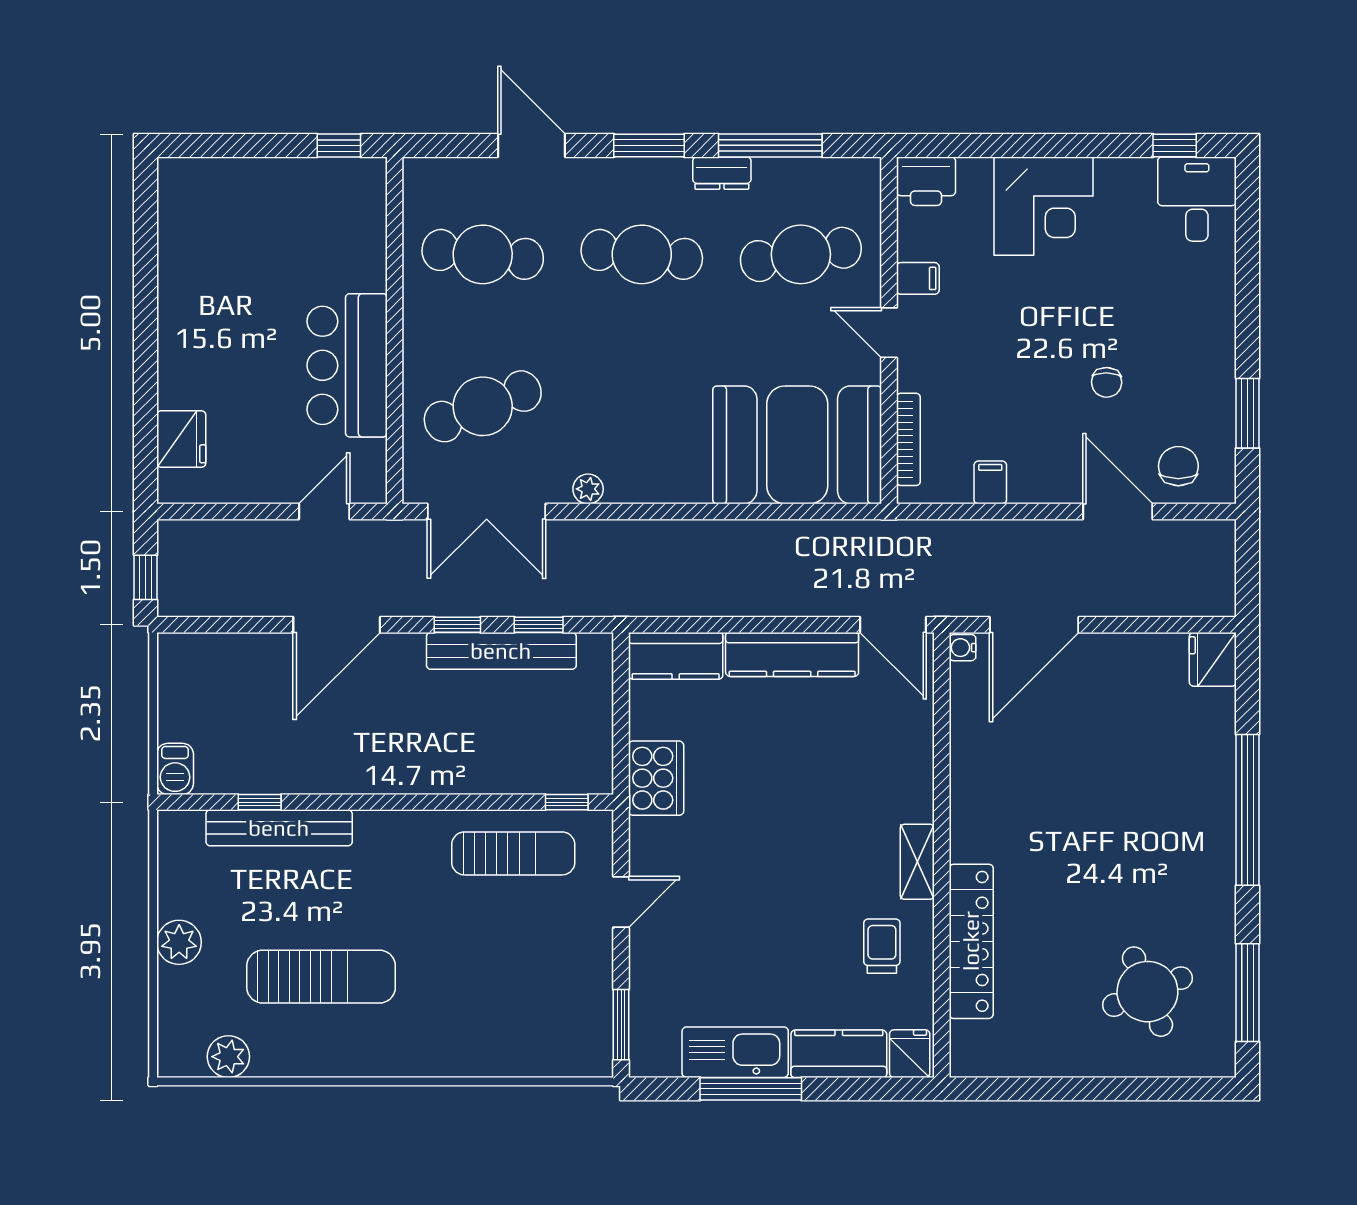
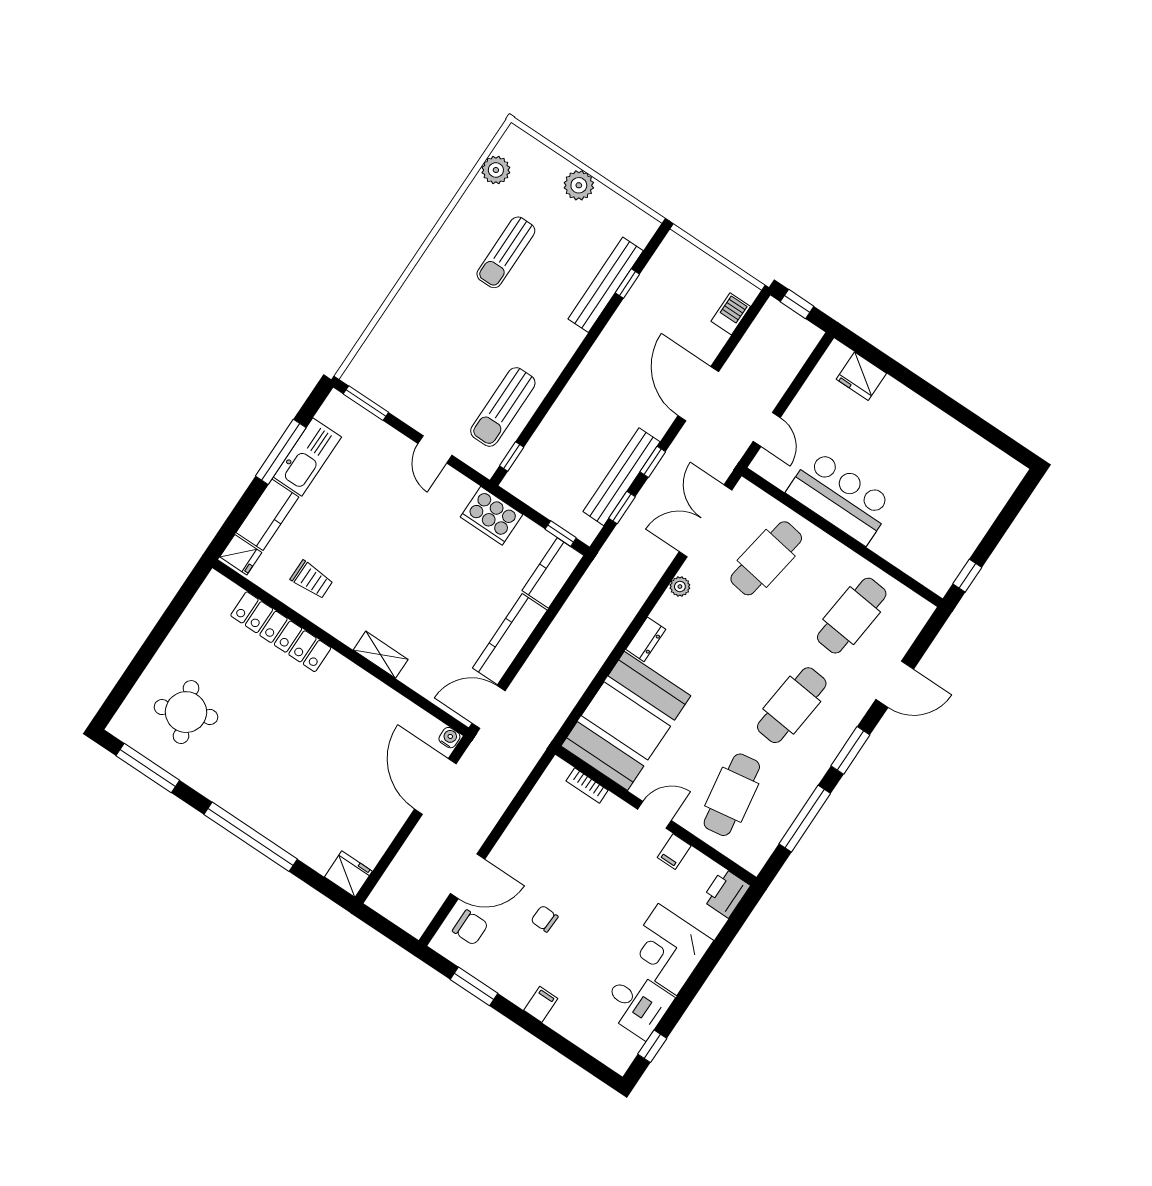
dresser: (722, 173) -> (646, 639), moved, turned 180
desk: (1197, 199) -> (637, 1004), moved
cafe table: (483, 406) -> (766, 558), turned 30
bookcase: (908, 439) -> (587, 786), width x0.64
filing cabinet: (990, 482) -> (541, 1004), moved, turned -90
window: (621, 679) -> (561, 534), added
barbecue: (175, 769) -> (731, 314), moved, turned 90
shelving: (917, 862) -> (381, 655), moved
sun lounger: (321, 977) -> (506, 252), width x0.73, depth x0.75

